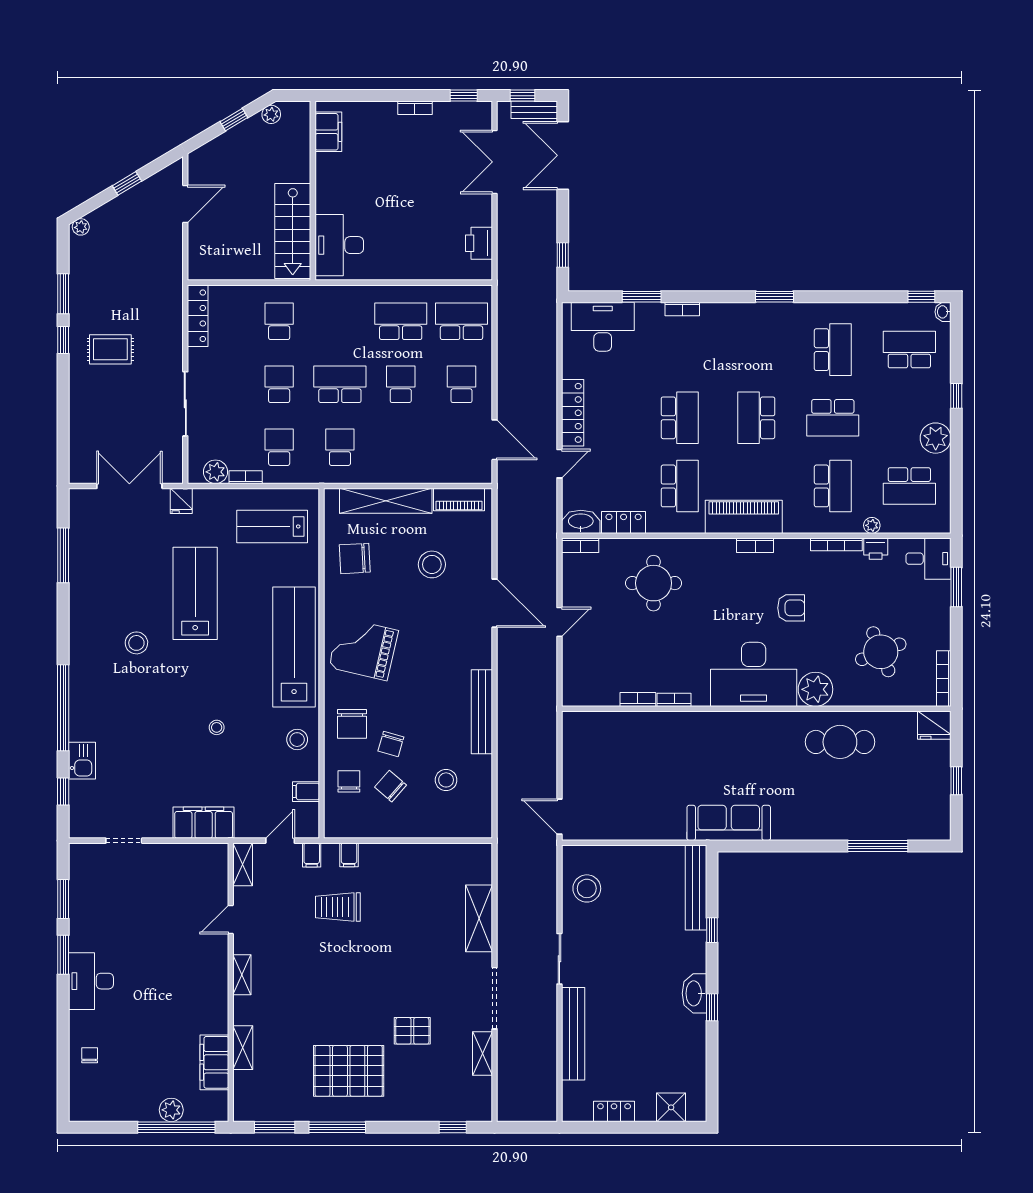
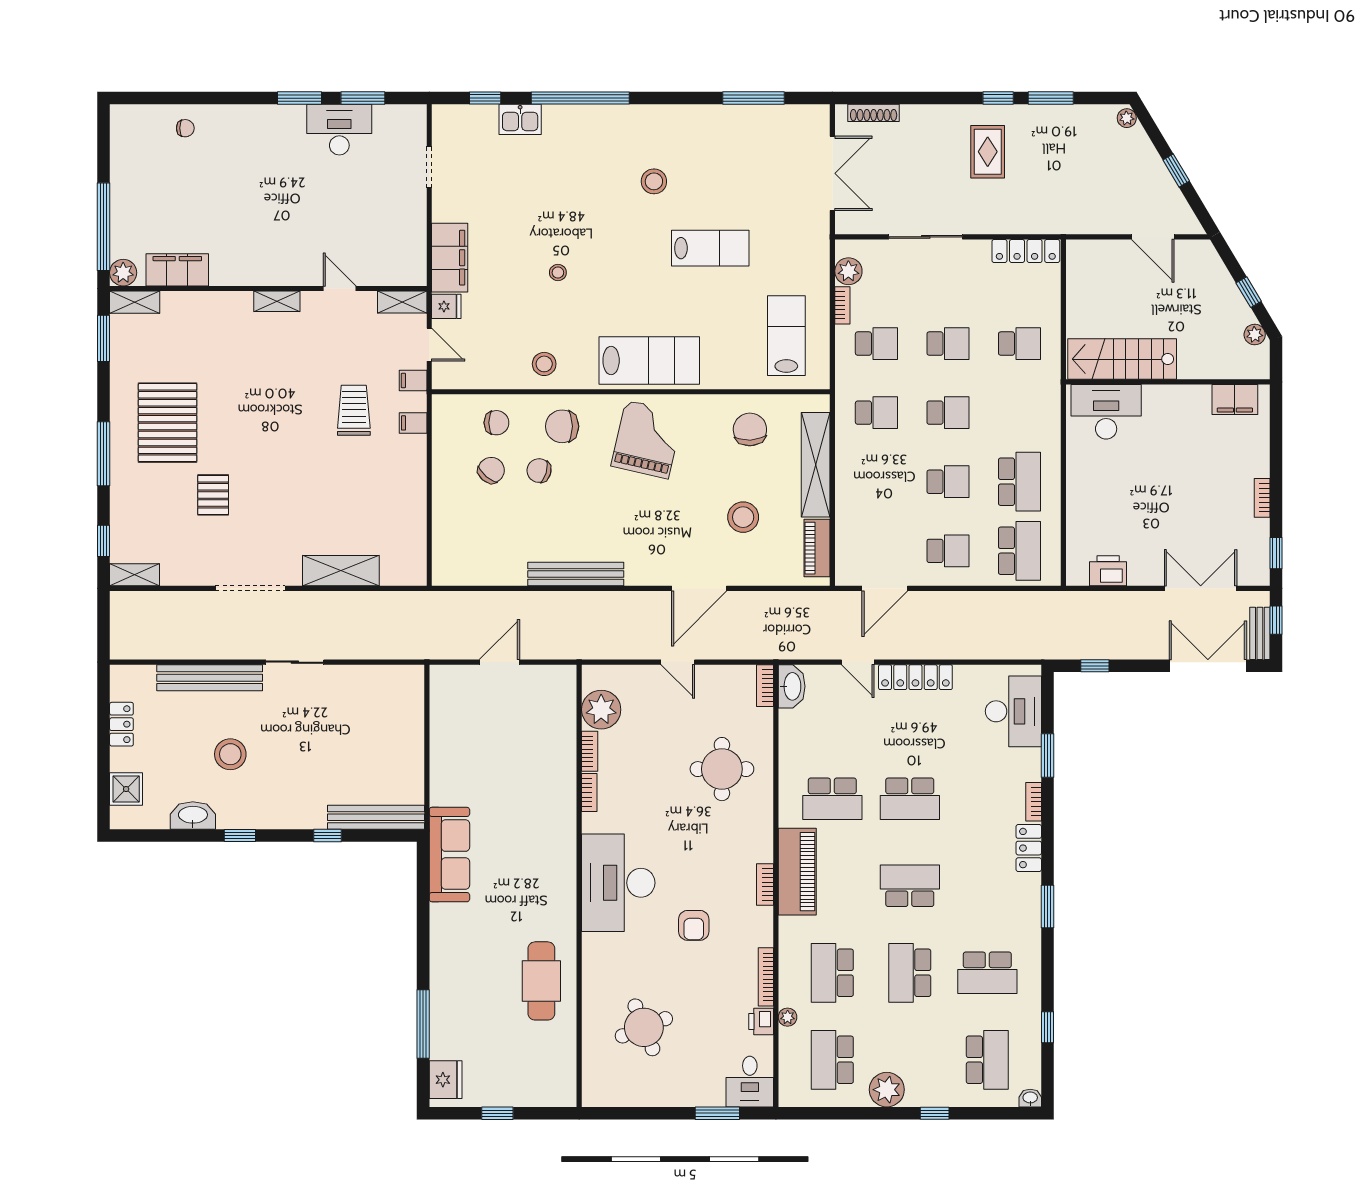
window: (921, 297) -> (1047, 1027), moved
school desk: (340, 384) -> (948, 413), width x0.54
shoe rack: (76, 450) -> (874, 113), added
school desk: (833, 486) -> (832, 973), turned 90
fridge: (181, 501) -> (446, 306), moved, turned 180
locker: (624, 522) -> (1029, 848), moved, turned 180
lab bench: (195, 593) -> (710, 248), width x0.73, depth x0.72
lab bench: (294, 647) -> (649, 360), width x0.73
bookcase: (944, 679) -> (613, 1099), removed
plant: (815, 689) -> (601, 710), moved
fridge: (934, 725) -> (446, 1080), moved, turned 180
stool: (446, 780) -> (498, 533), removed
filing cabinet: (306, 792) -> (485, 374), removed
door: (559, 817) -> (499, 662), moved
stool: (587, 888) -> (230, 754), moved
desk: (91, 981) -> (339, 130), moved
washbasin: (694, 993) -> (193, 816), moved
shelving: (243, 1048) -> (135, 302), moved
shelving: (483, 1054) -> (135, 575), moved
plant: (171, 1110) -> (123, 273), moved
window: (337, 1127) -> (104, 454), moved

